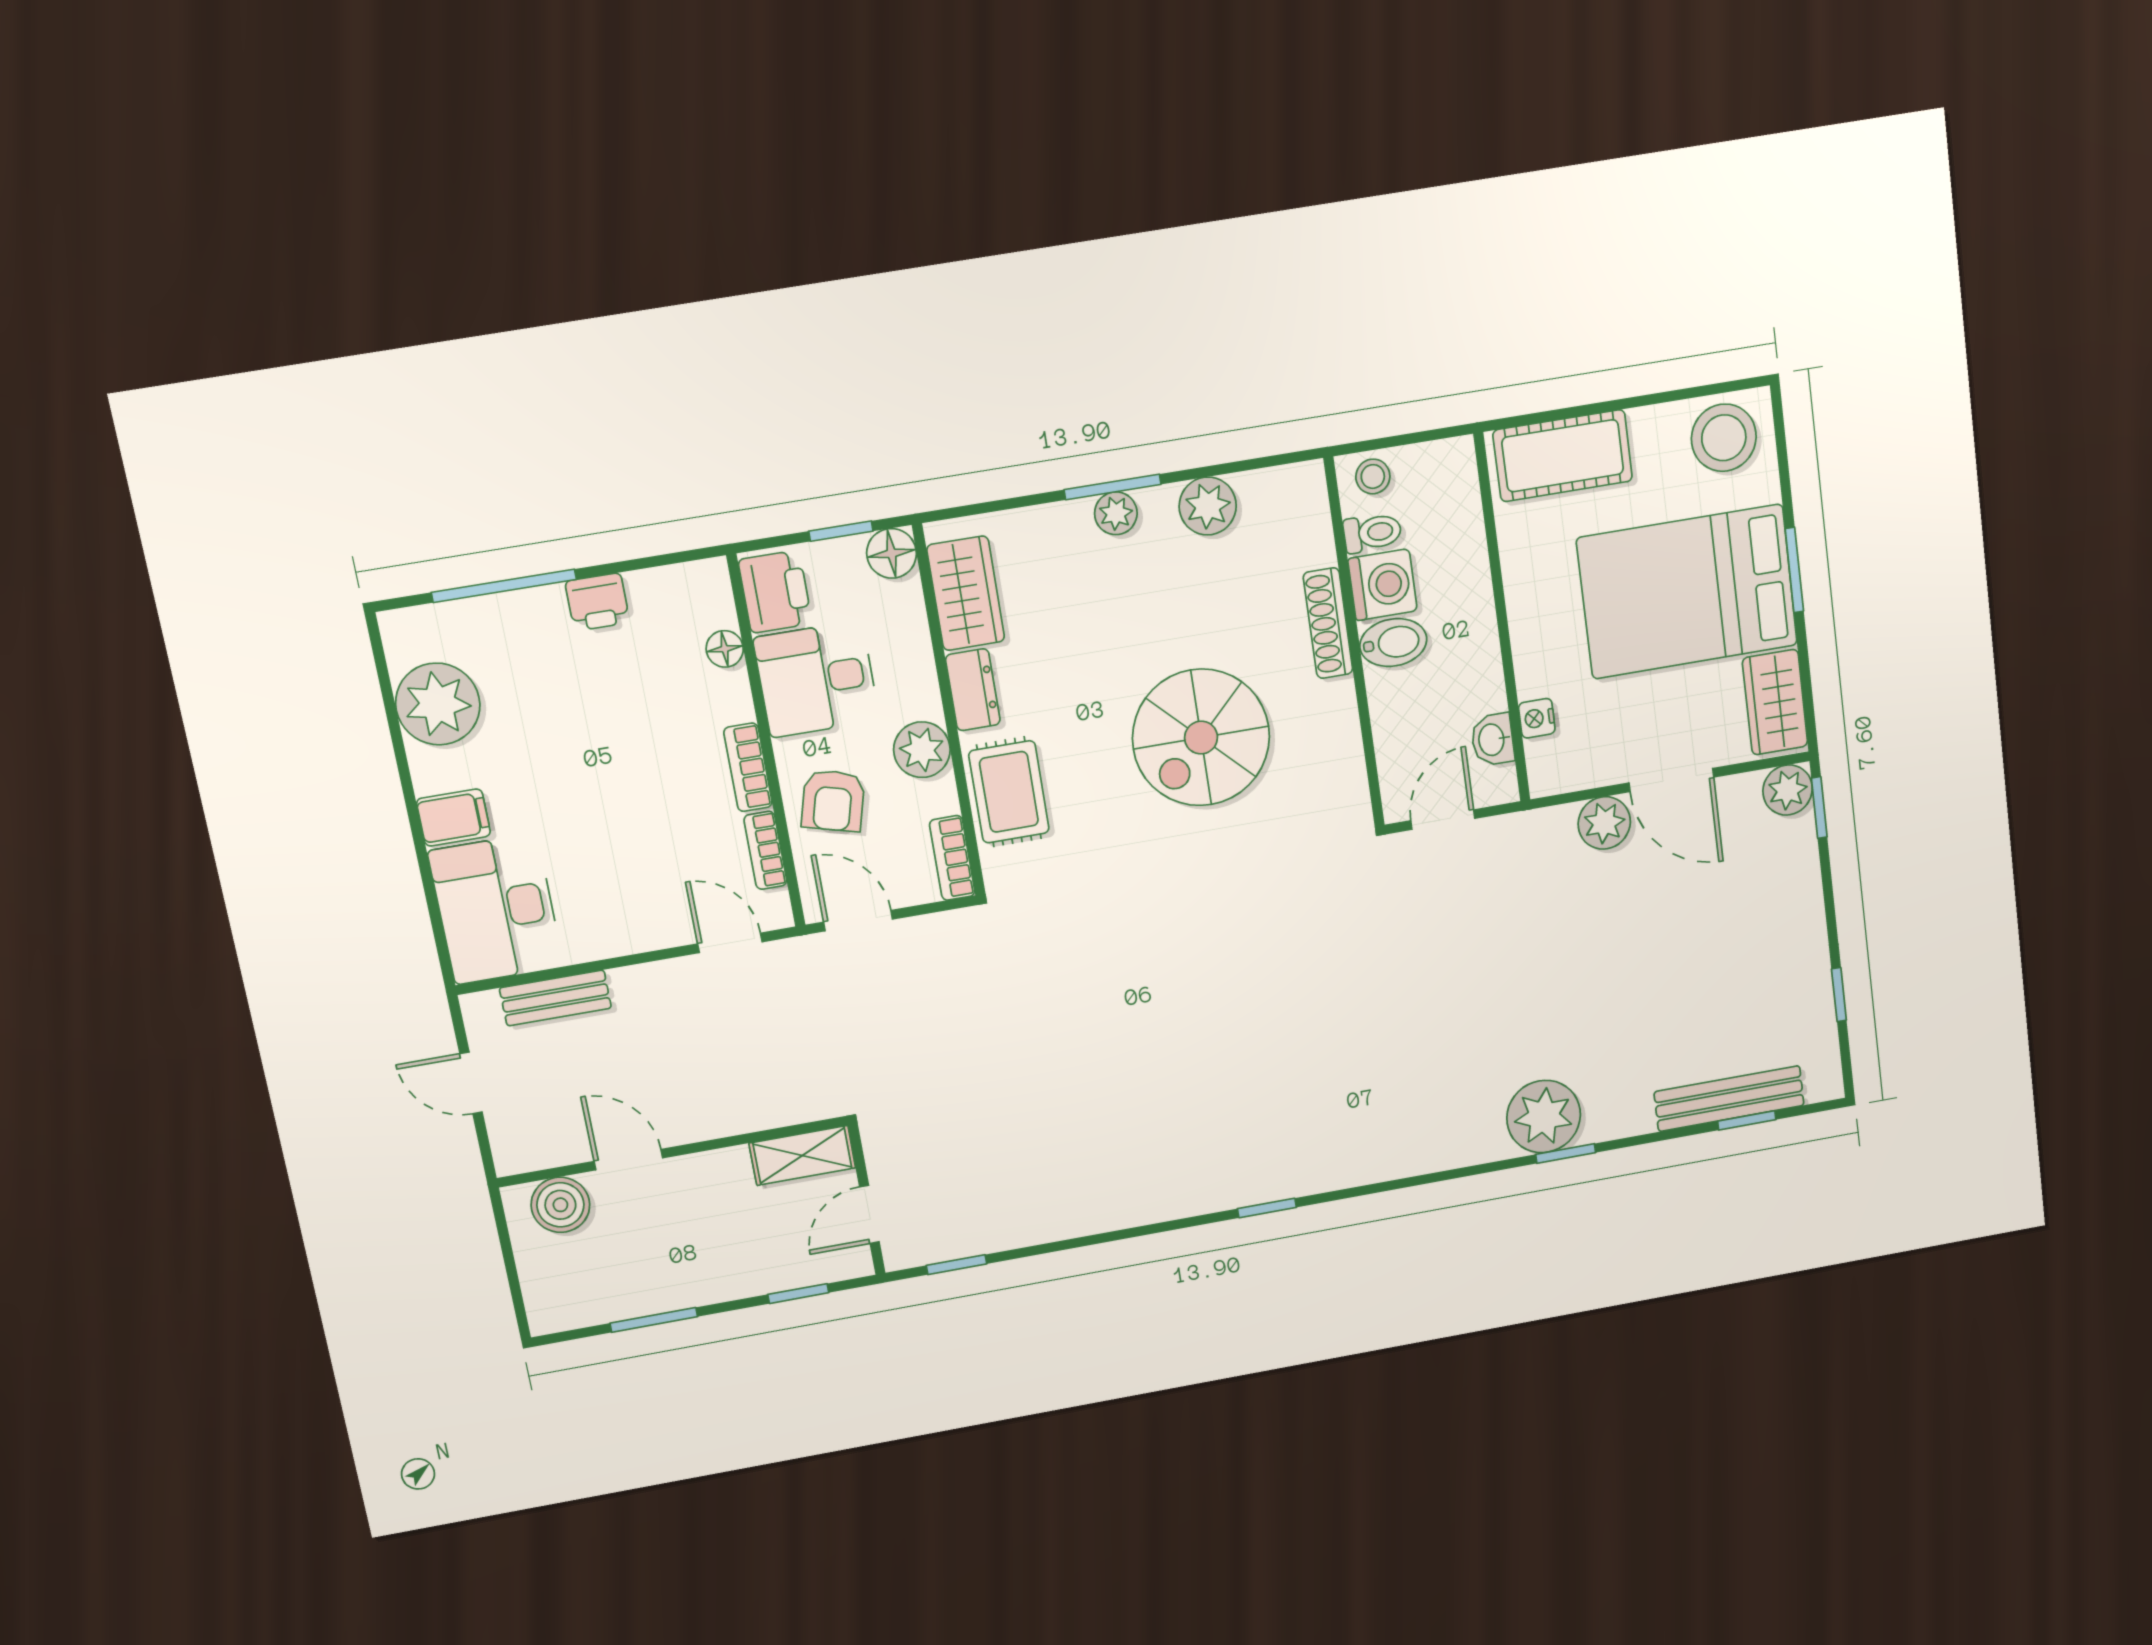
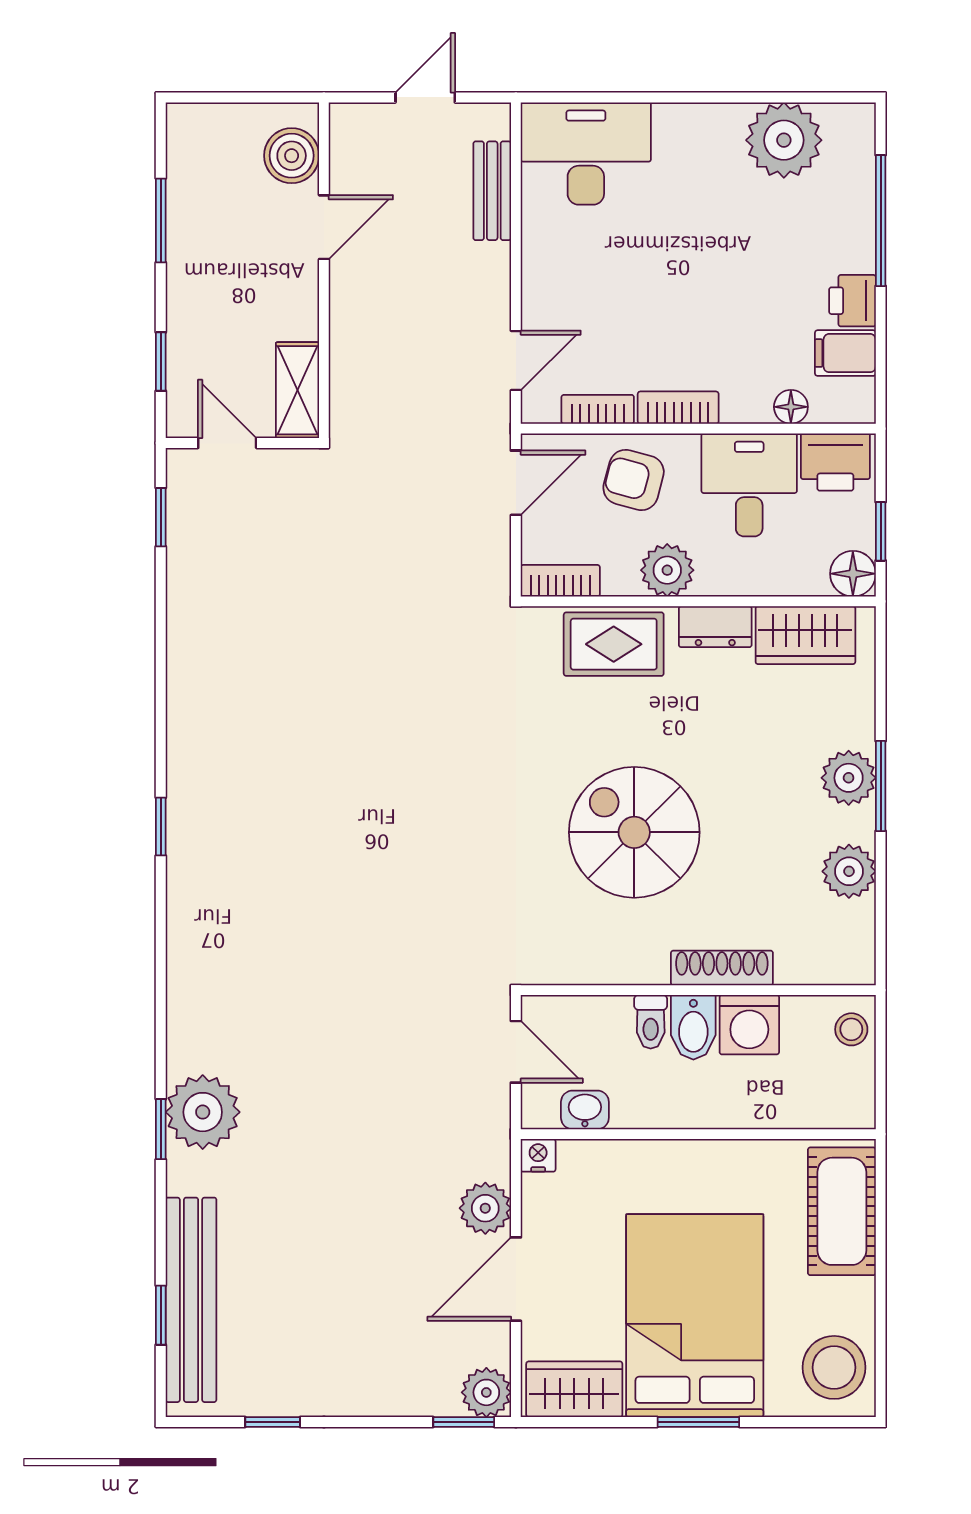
plant: (1116, 513) -> (849, 778), width x1.38, depth x1.38
toilet: (1372, 533) -> (651, 1022), moved
nightstand: (1537, 718) -> (538, 1155), moved
filing cabinet: (453, 817) -> (845, 353), moved, turned 90
bench: (1729, 1099) -> (191, 1300), width x1.37, depth x1.21

